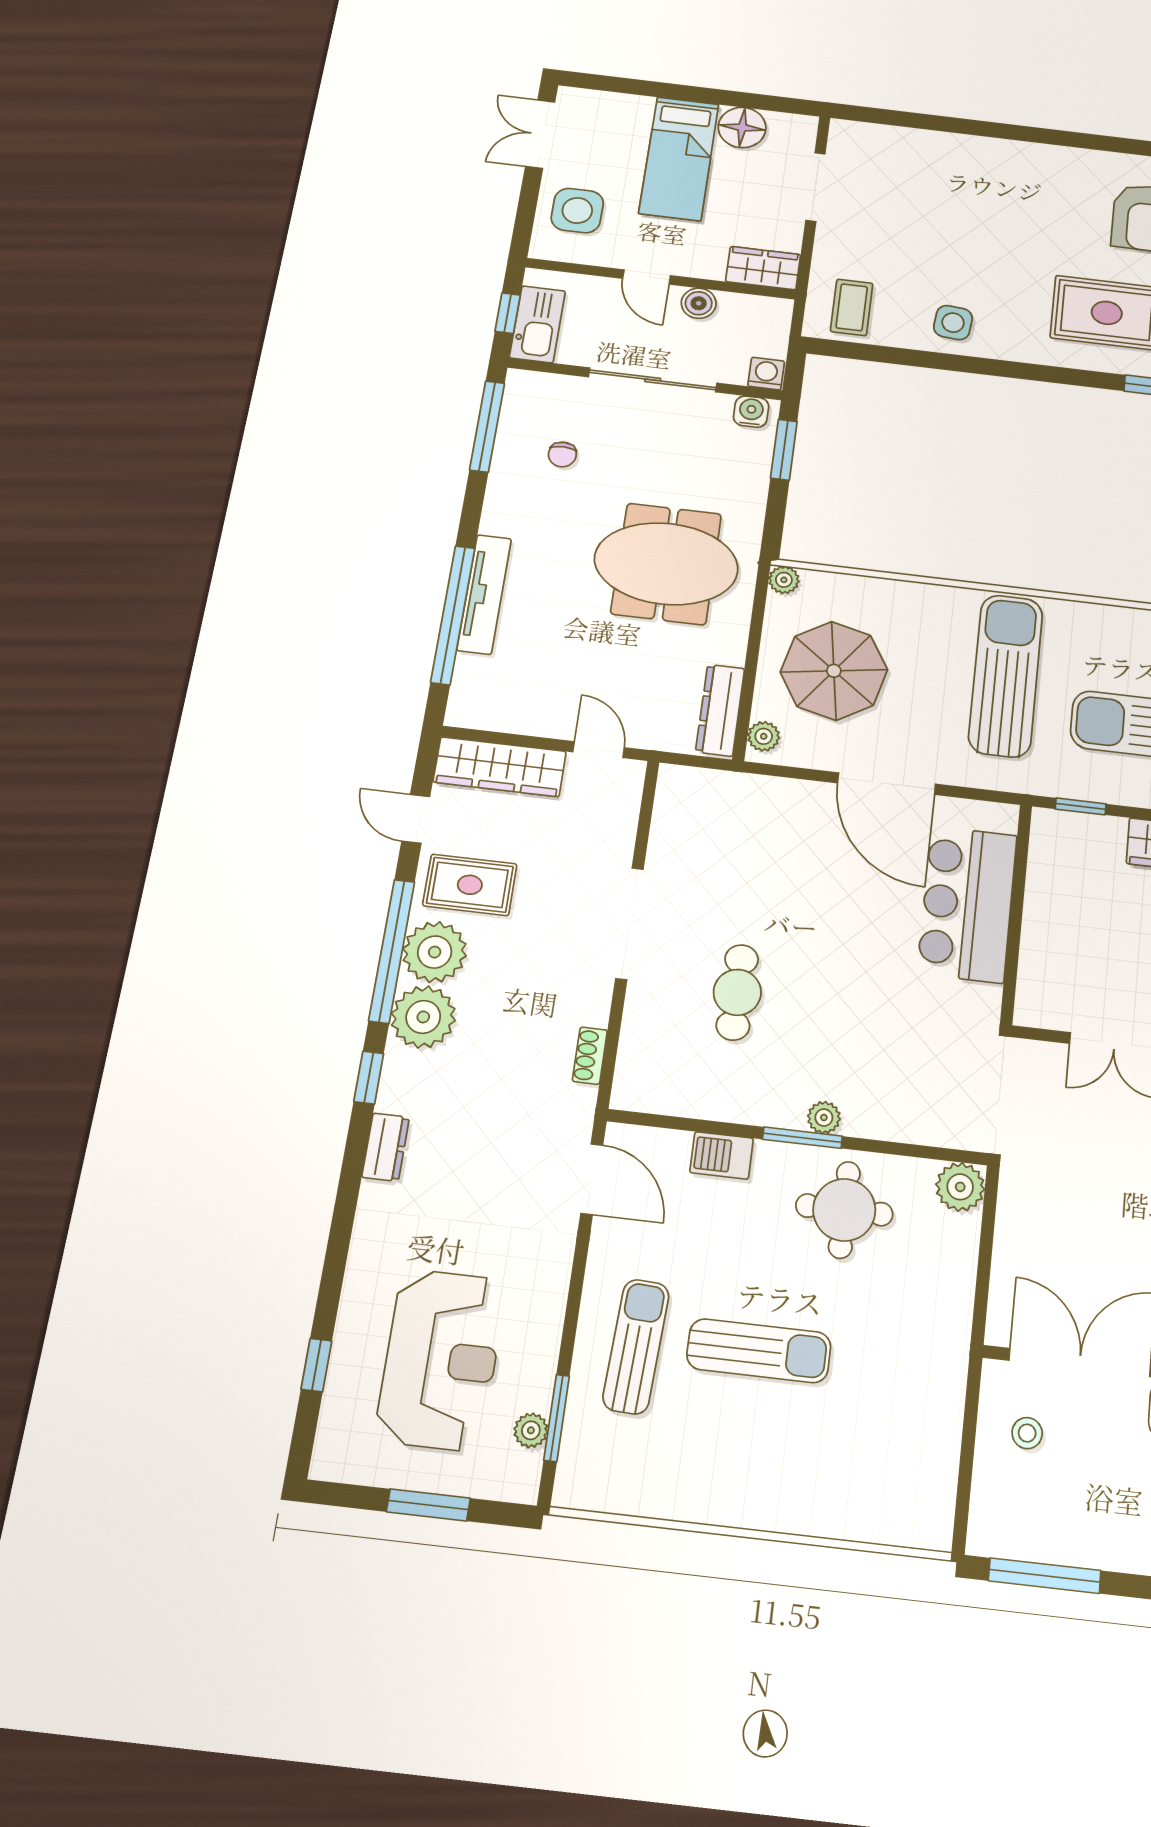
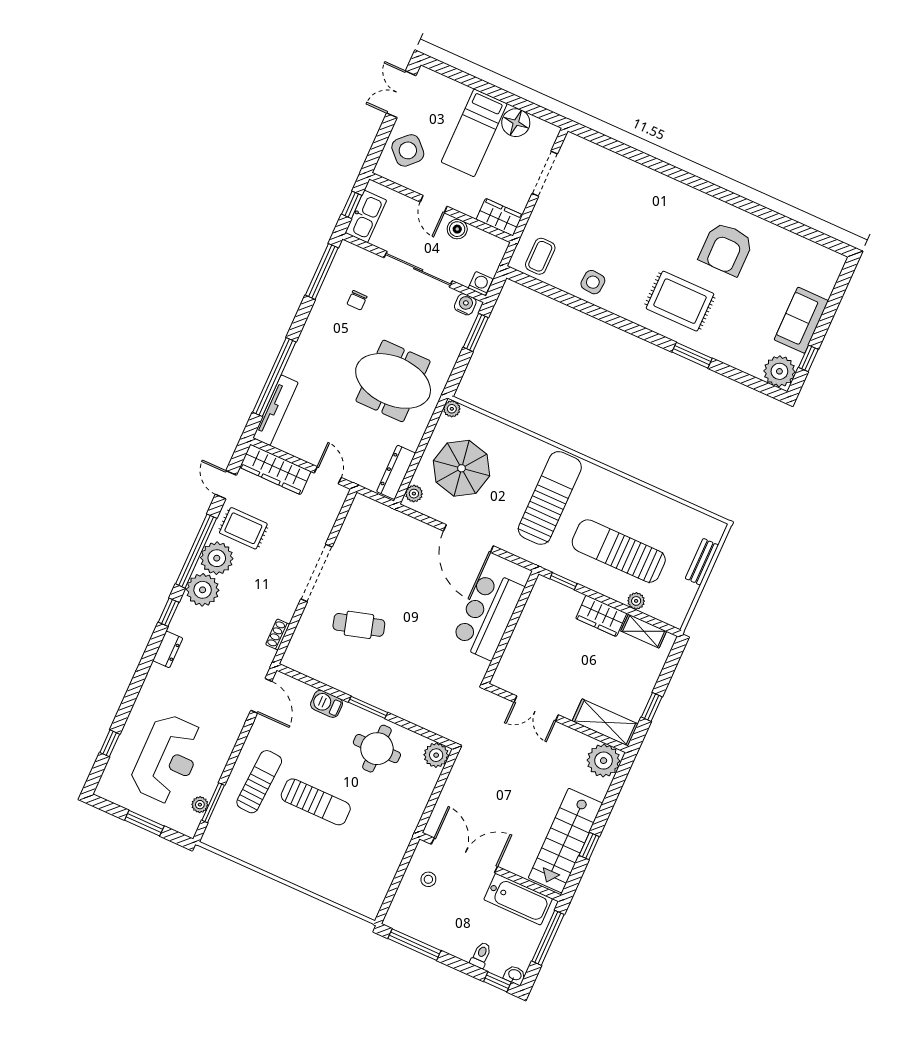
side table: (577, 211) -> (408, 150), turned 45
tv unit: (484, 594) -> (276, 410), moved
cafe table: (737, 992) -> (359, 625), turned 74
plant: (824, 1118) -> (382, 701), removed

